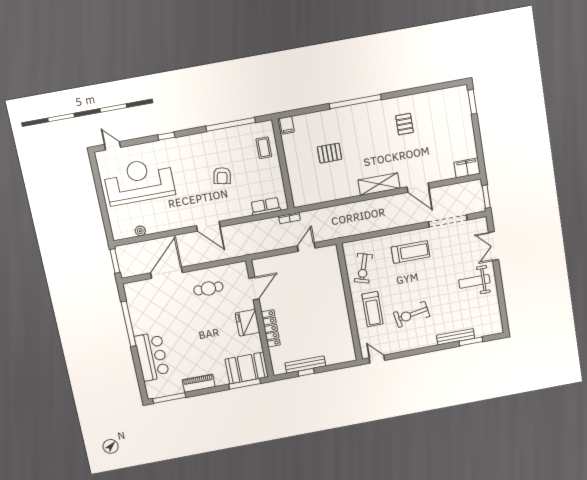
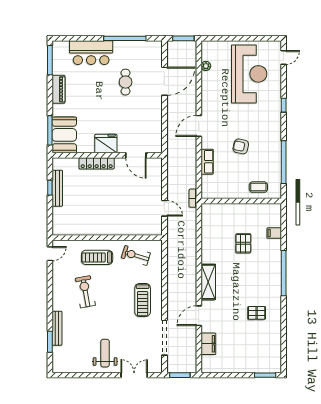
filing cabinet: (287, 125) -> (274, 233), moved
filing cabinet: (467, 168) -> (208, 344), moved
row of seats: (266, 206) -> (207, 162), moved
door: (167, 273) -> (164, 81), hinge flipped
cafe table: (208, 288) -> (126, 82), moved

